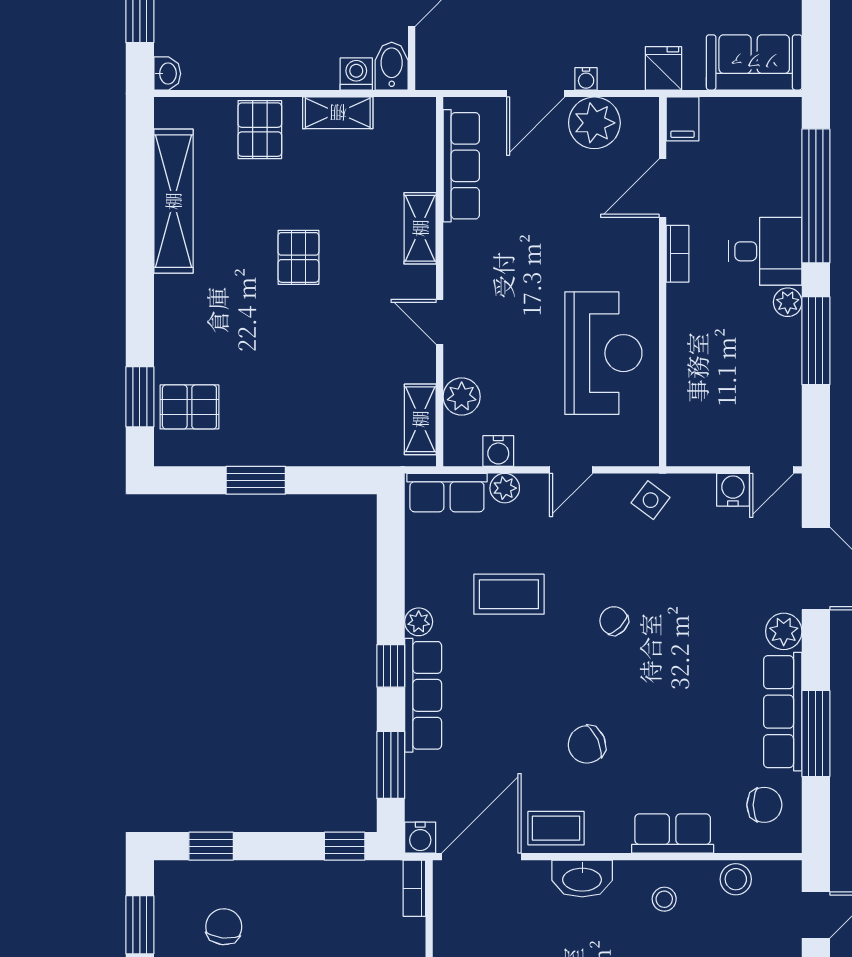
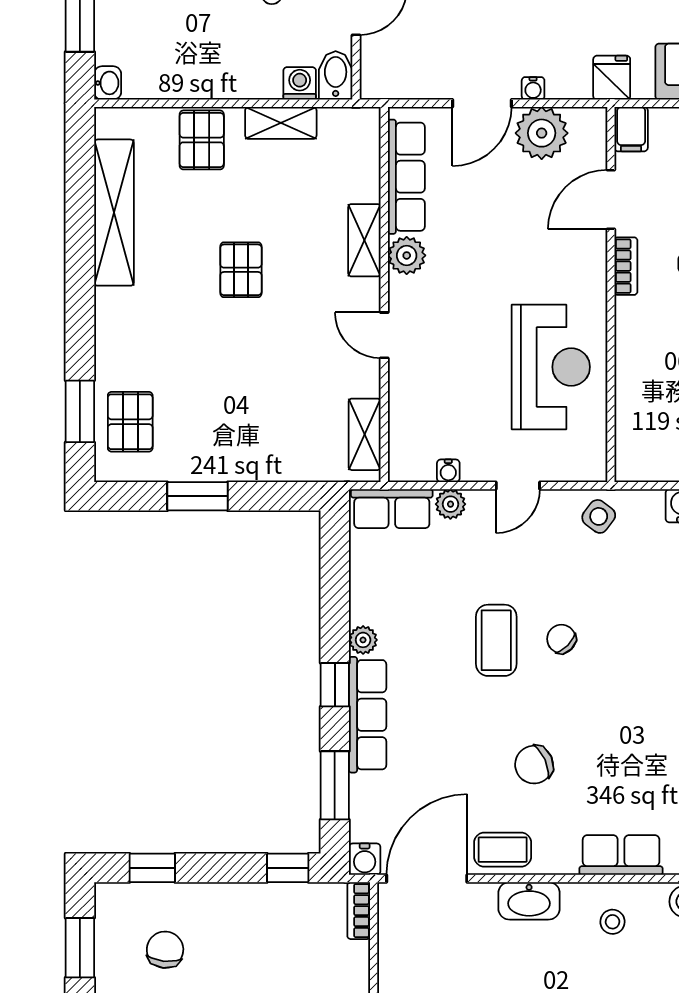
plant: (462, 397) -> (407, 255), moved
pallet: (189, 407) -> (130, 422), turned 90
water cooler: (498, 451) -> (448, 471), width x0.72, depth x0.72
coffee table: (509, 594) -> (496, 640), moved, turned 90

